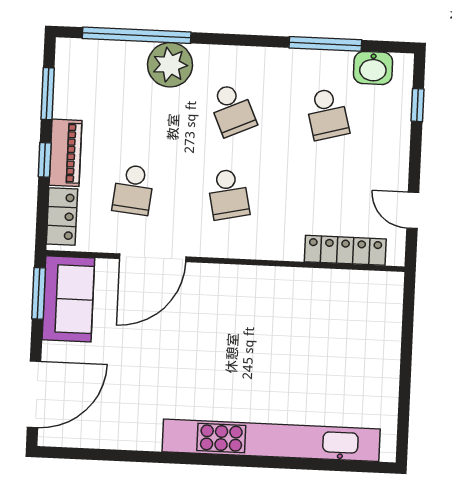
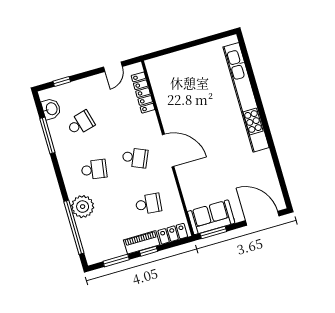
school desk: (232, 110) -> (94, 170), turned 33
school desk: (228, 194) -> (135, 158), turned 36
door: (153, 258) -> (168, 151), moved

